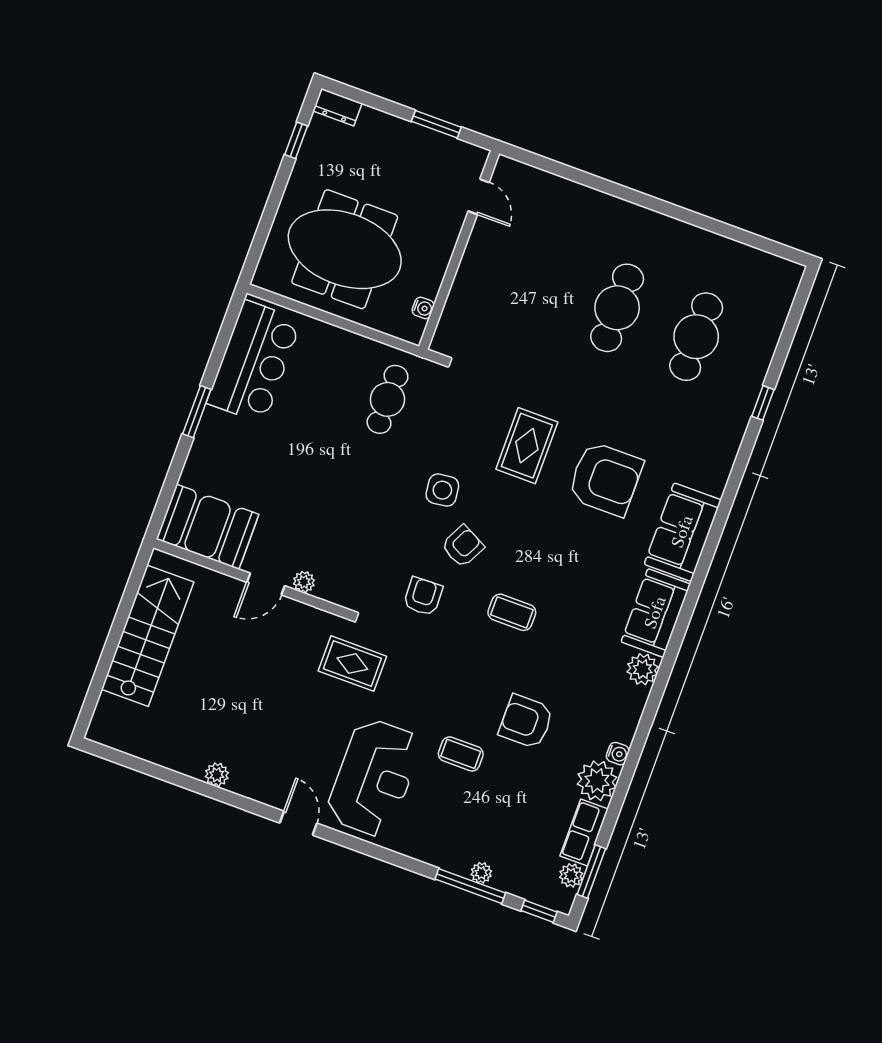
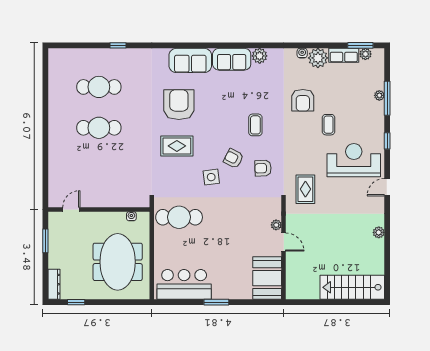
dresser: (337, 107) -> (54, 284), width x1.44
cafe table: (387, 399) -> (179, 217), width x1.37, depth x1.35
stairs: (148, 636) -> (352, 287), moved
window: (539, 911) -> (387, 141), moved

